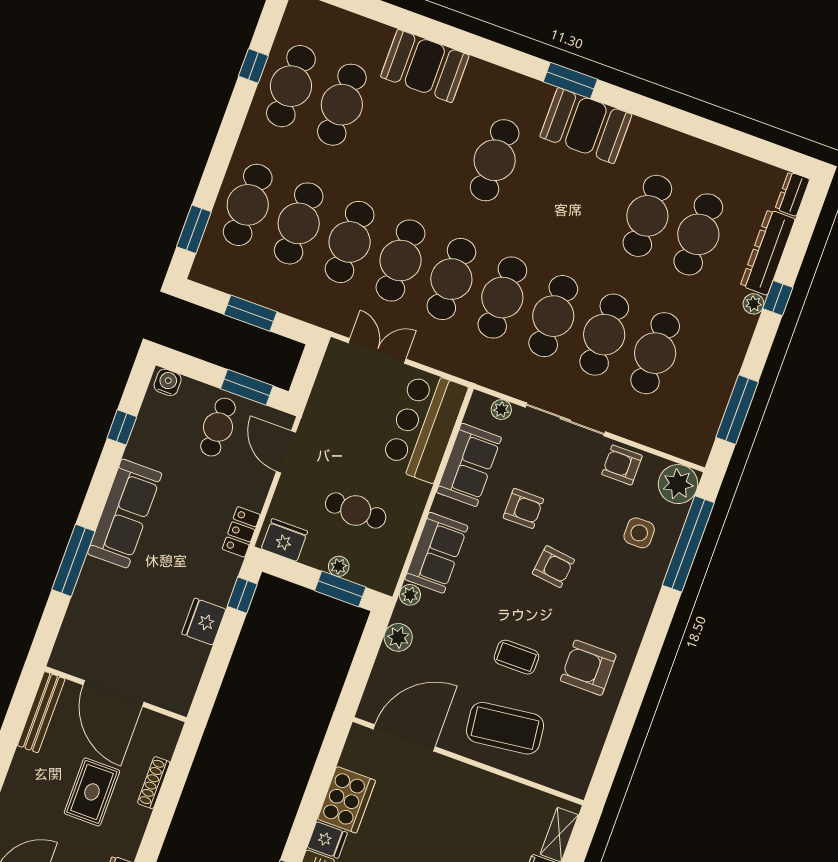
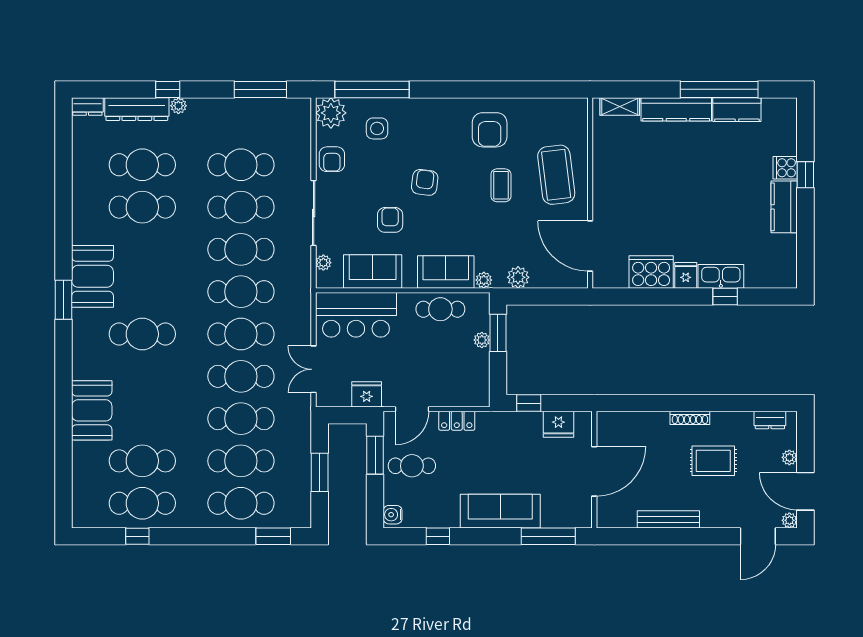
cafe table: (356, 510) -> (440, 309), moved, turned 90
locker: (241, 532) -> (457, 421), moved
fridge: (284, 540) -> (367, 394), moved, turned 90
door: (113, 693) -> (594, 471), moved
wall: (115, 694) -> (594, 470), moved

